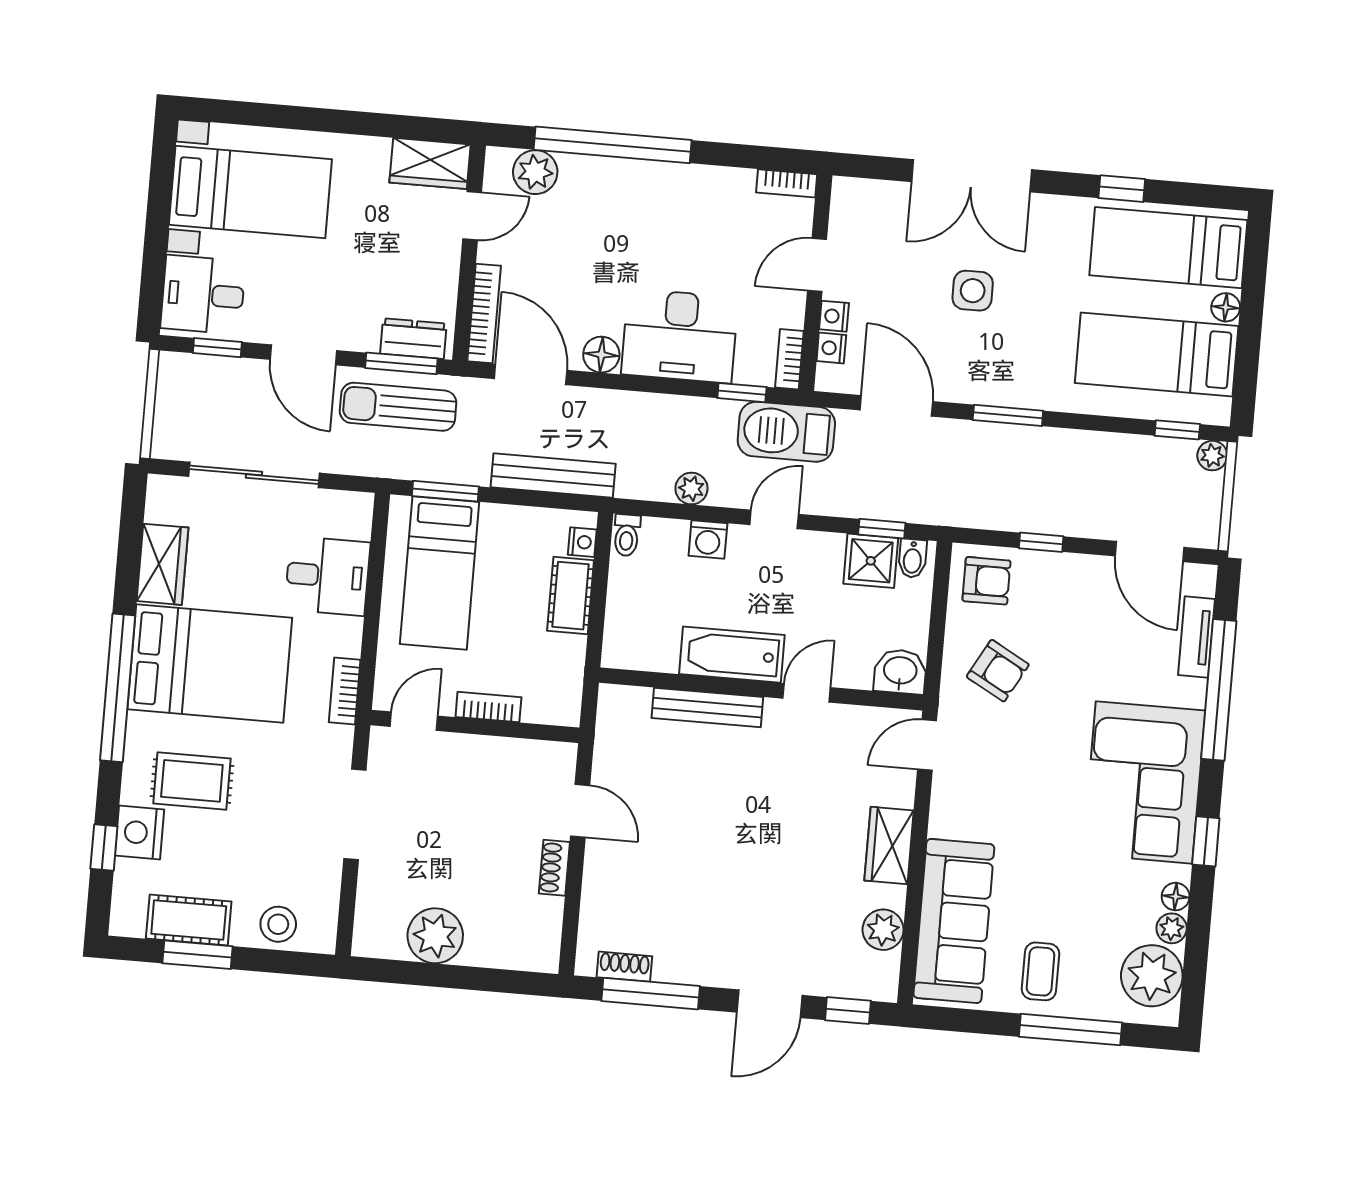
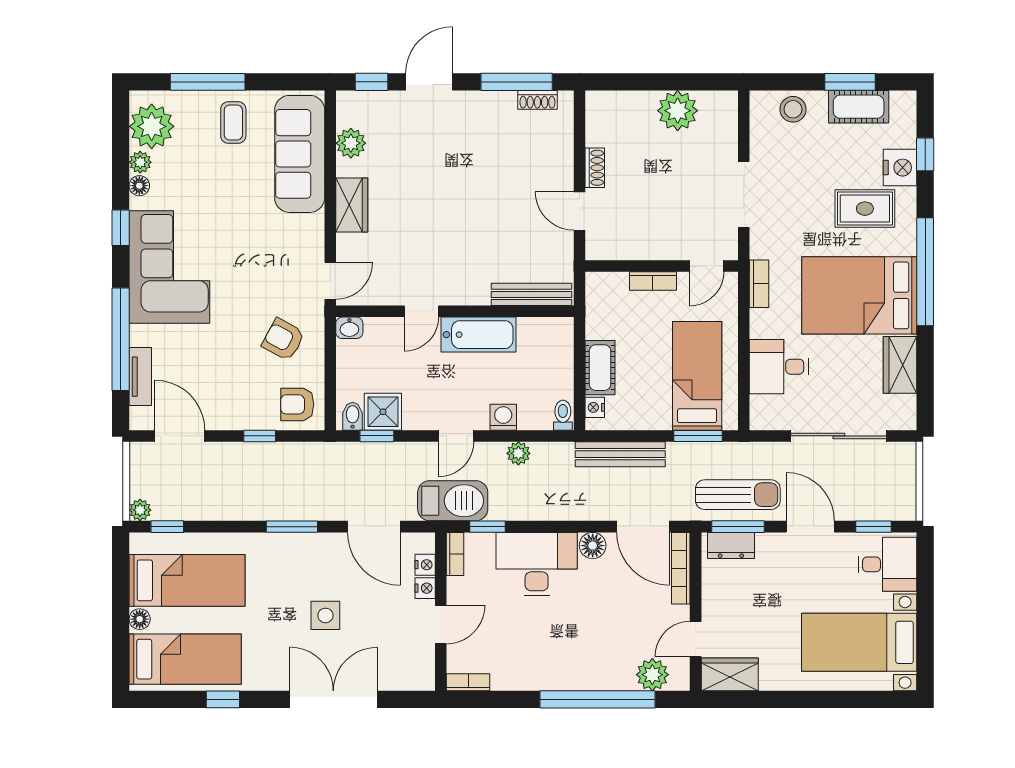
washbasin: (900, 672) -> (349, 328), width x0.72, depth x0.69
bench: (707, 707) -> (532, 294), moved

